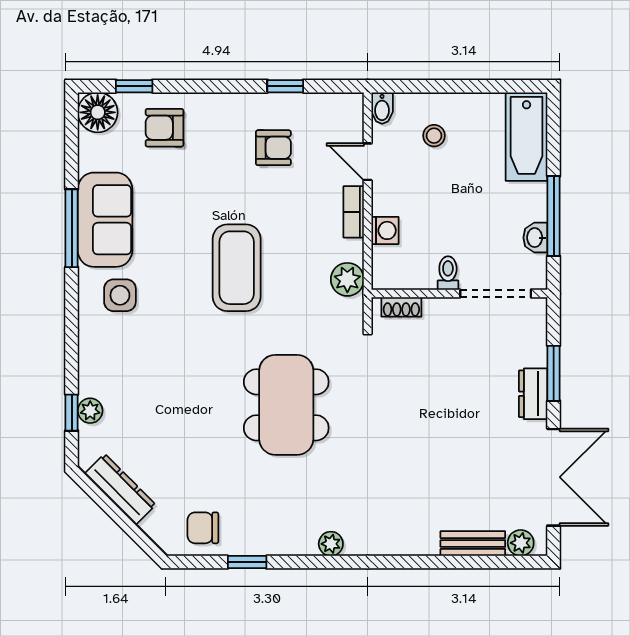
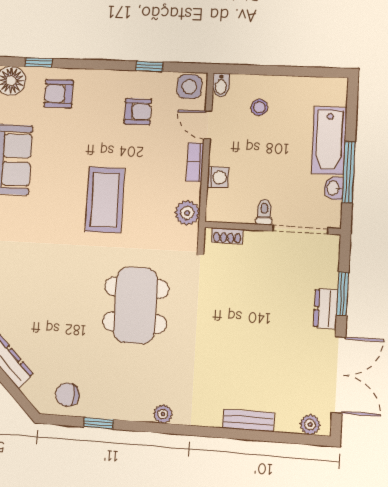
bathtub: (527, 137) -> (329, 141), moved
side table: (120, 295) -> (189, 87), moved
bench: (473, 544) -> (248, 420), moved

